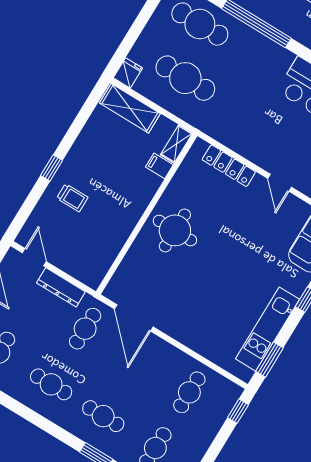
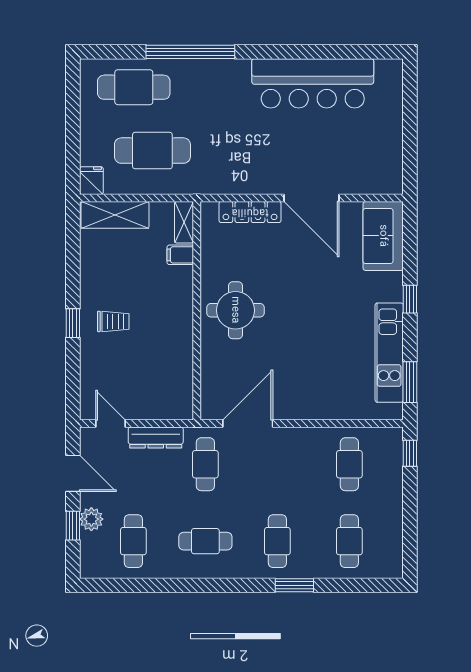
door: (280, 183) -> (312, 198), width x1.87
trolley: (72, 198) -> (113, 321), moved
door: (134, 318) -> (248, 423), swing flipped
cafe table: (103, 416) -> (277, 541), turned 90

